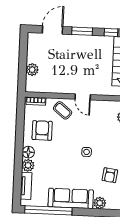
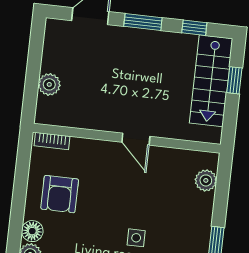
coffee table: (63, 110) -> (98, 161), removed
armchair: (42, 130) -> (60, 194), turned 180

